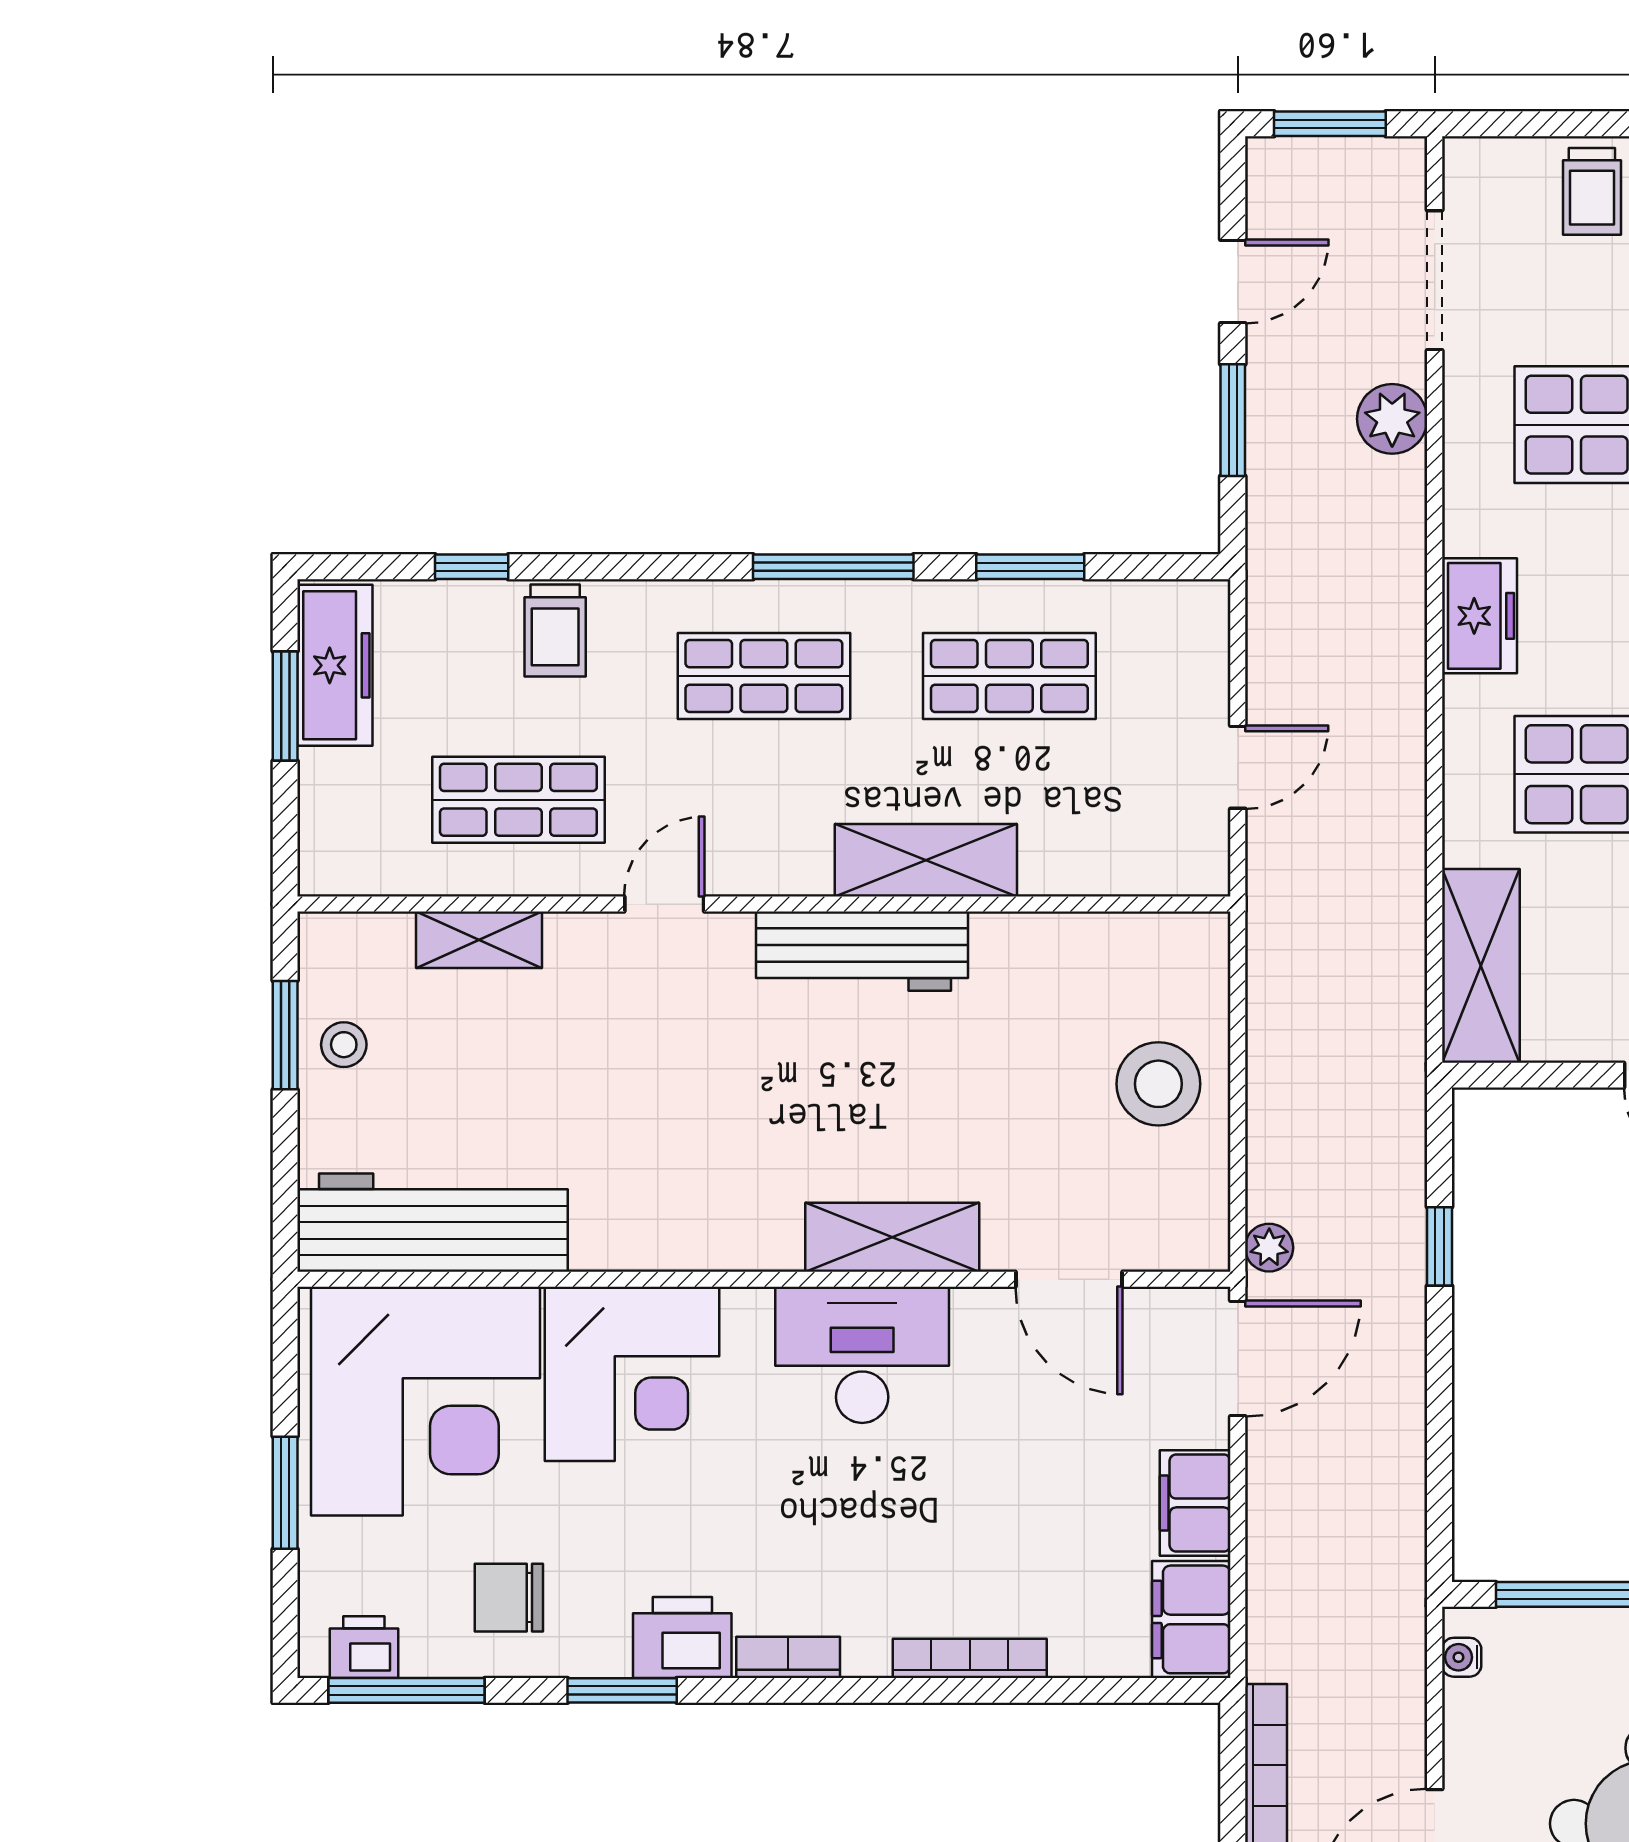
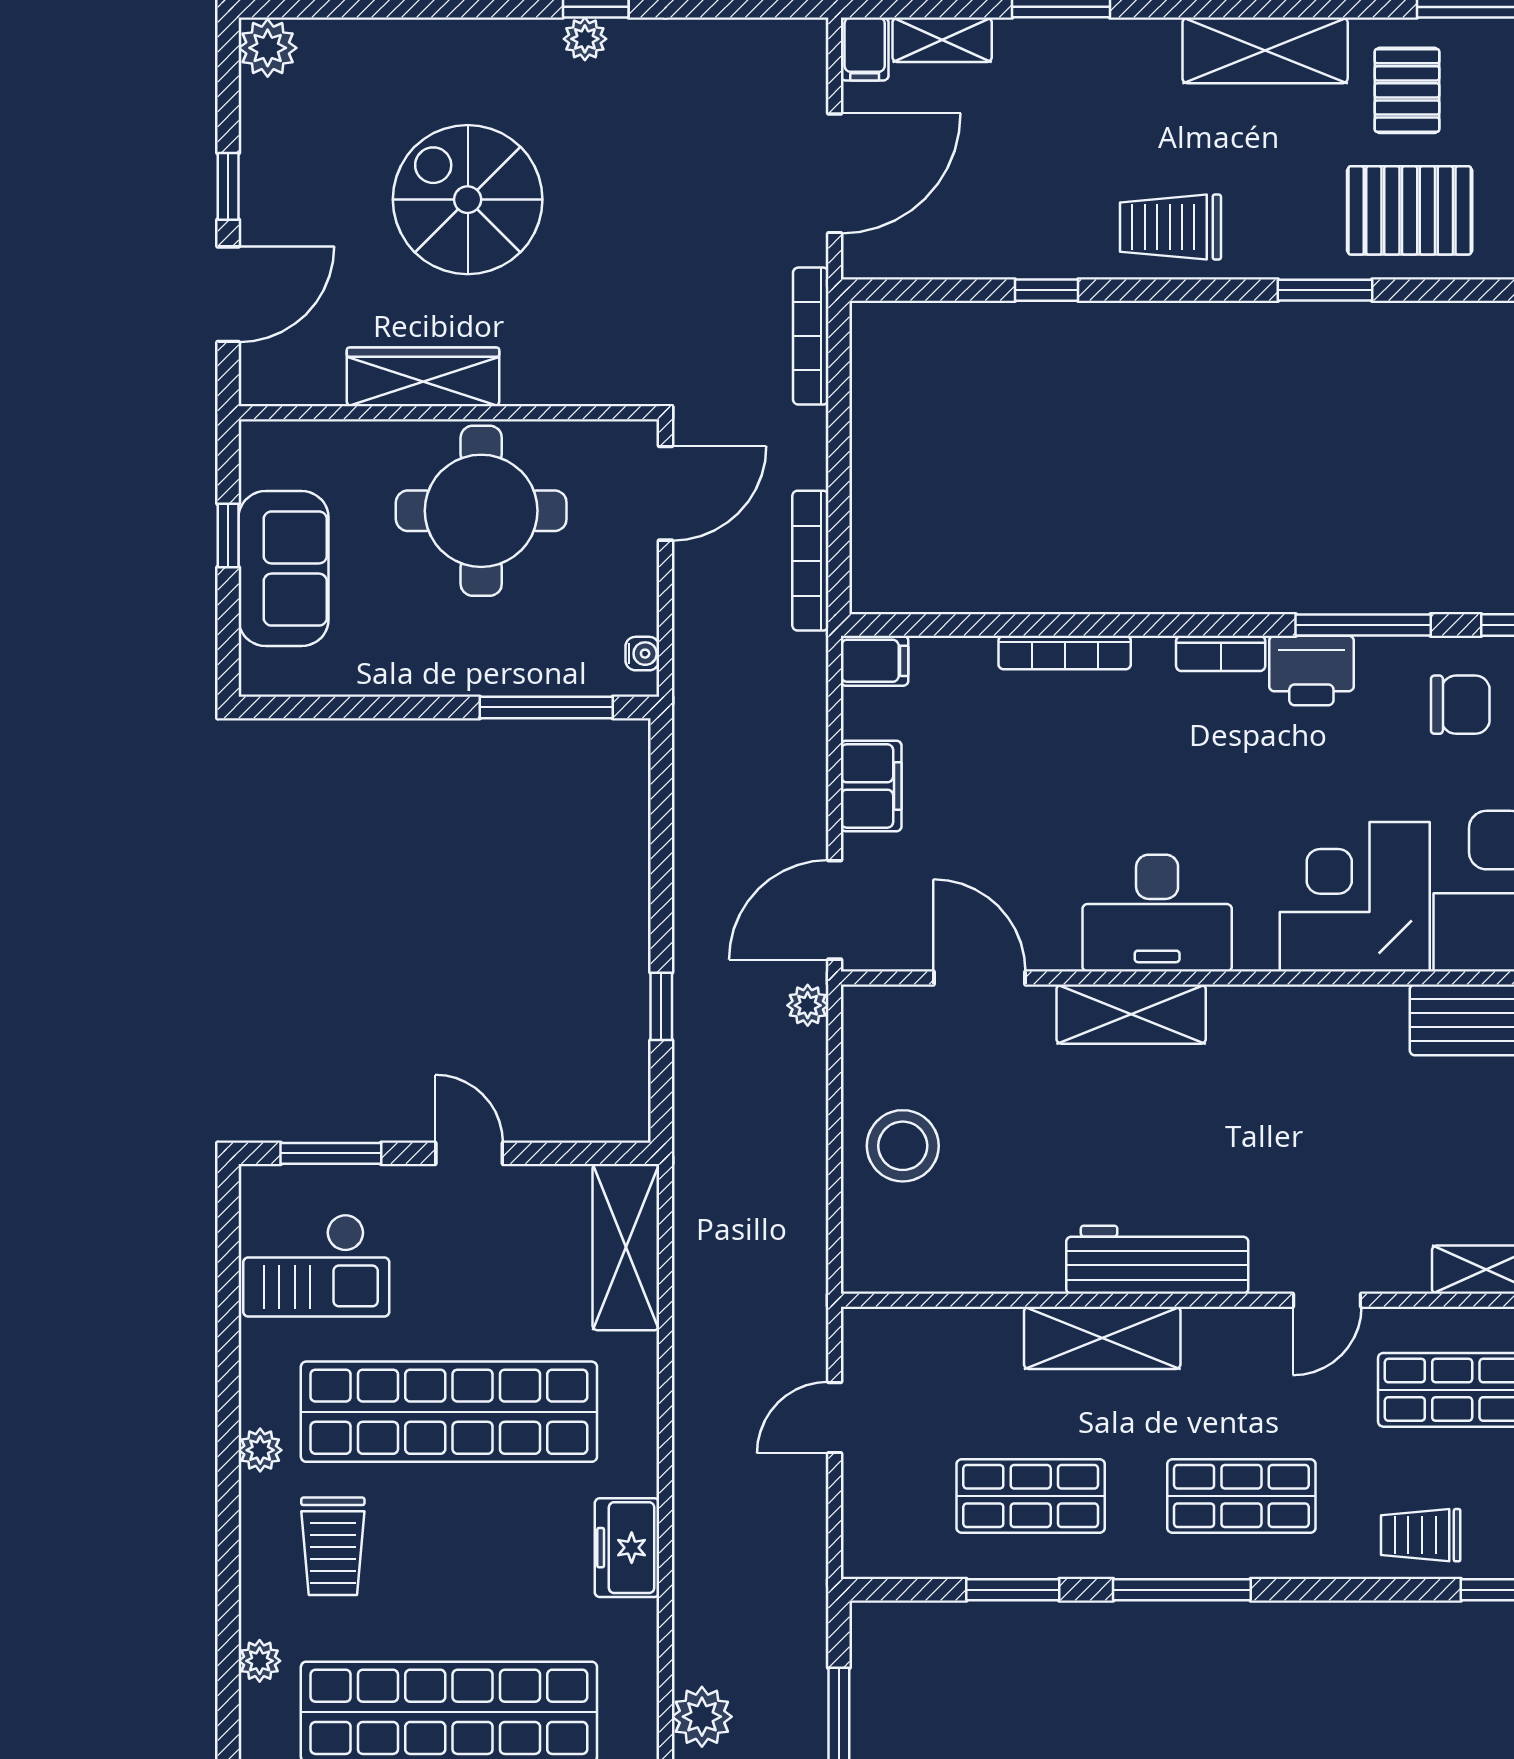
trolley: (555, 630) -> (1421, 1535), turned -90
filing cabinet: (1191, 1619) -> (875, 661), width x0.50
window: (622, 1690) -> (1363, 625), width x1.44

